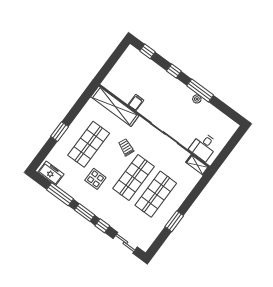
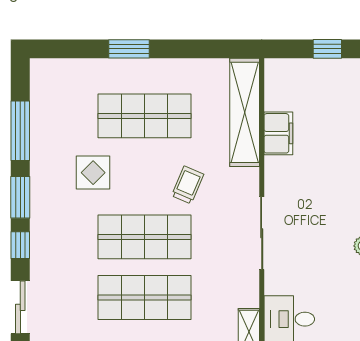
window: (114, 58) -> (327, 49), added
filing cabinet: (136, 102) -> (278, 133), width x2.00
freezer: (51, 173) -> (45, 88), removed

